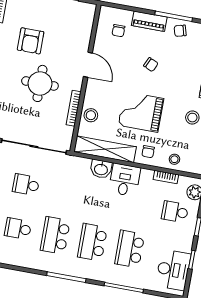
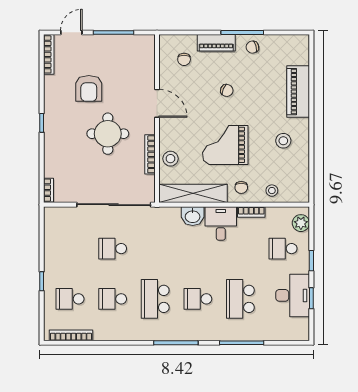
bookcase: (166, 177) -> (251, 212), moved
school desk: (92, 242) -> (198, 299), width x0.54
desk: (173, 270) -> (293, 295), moved

